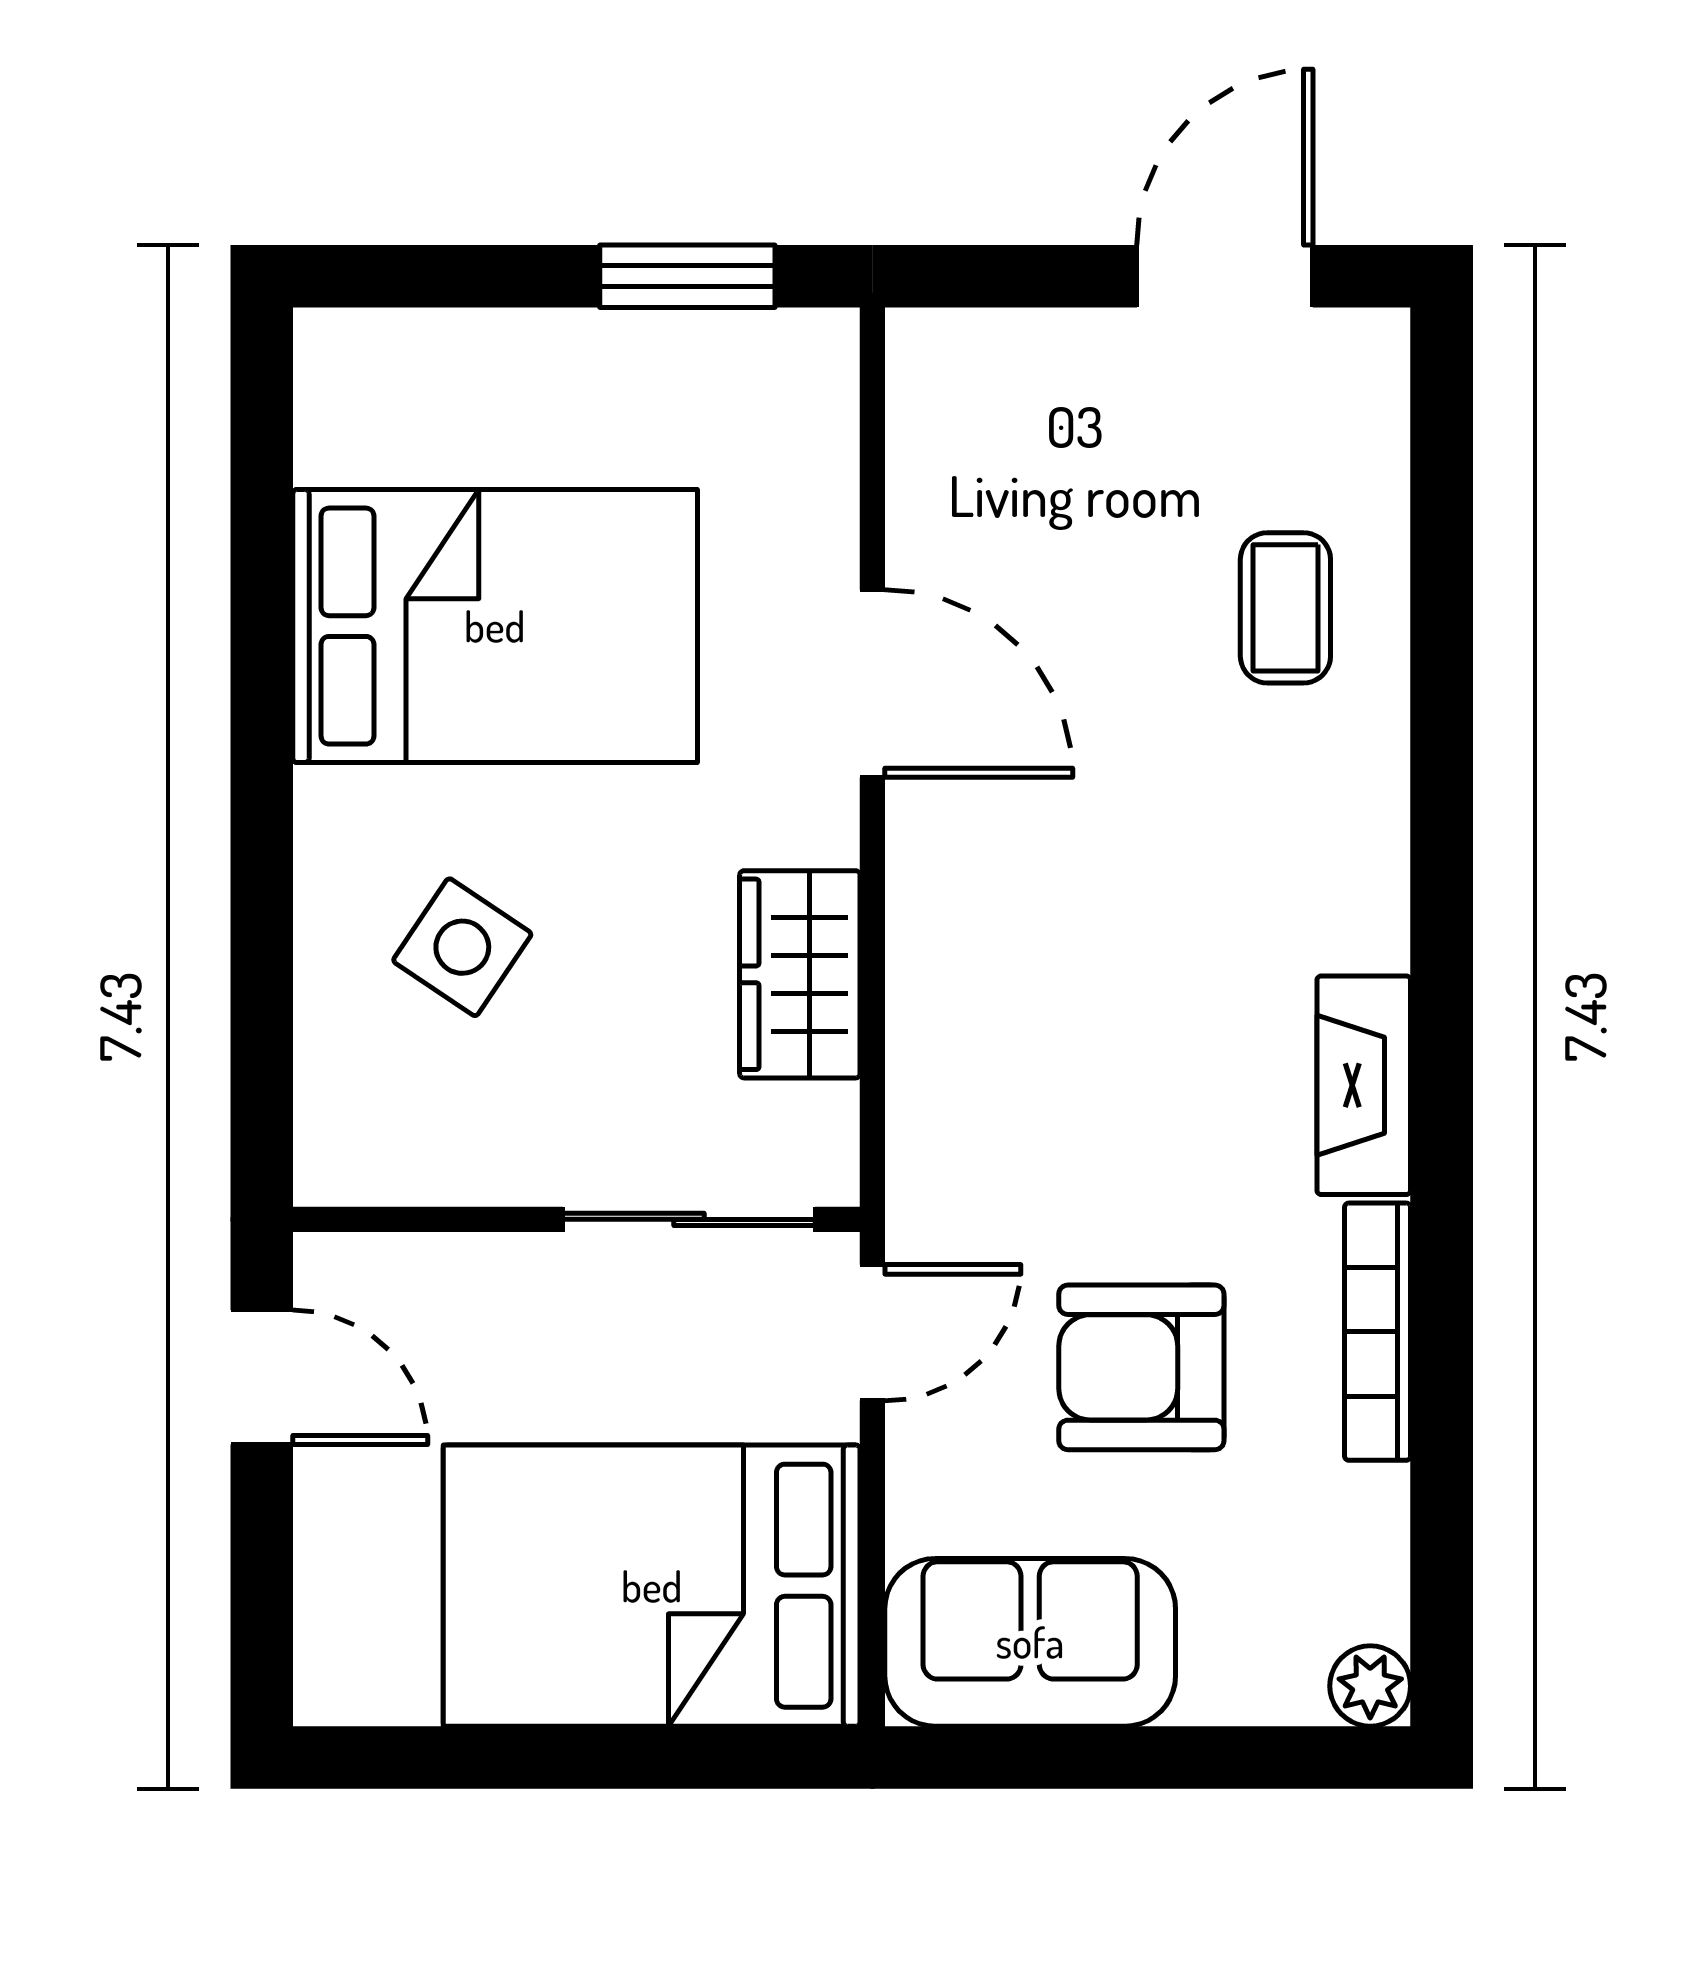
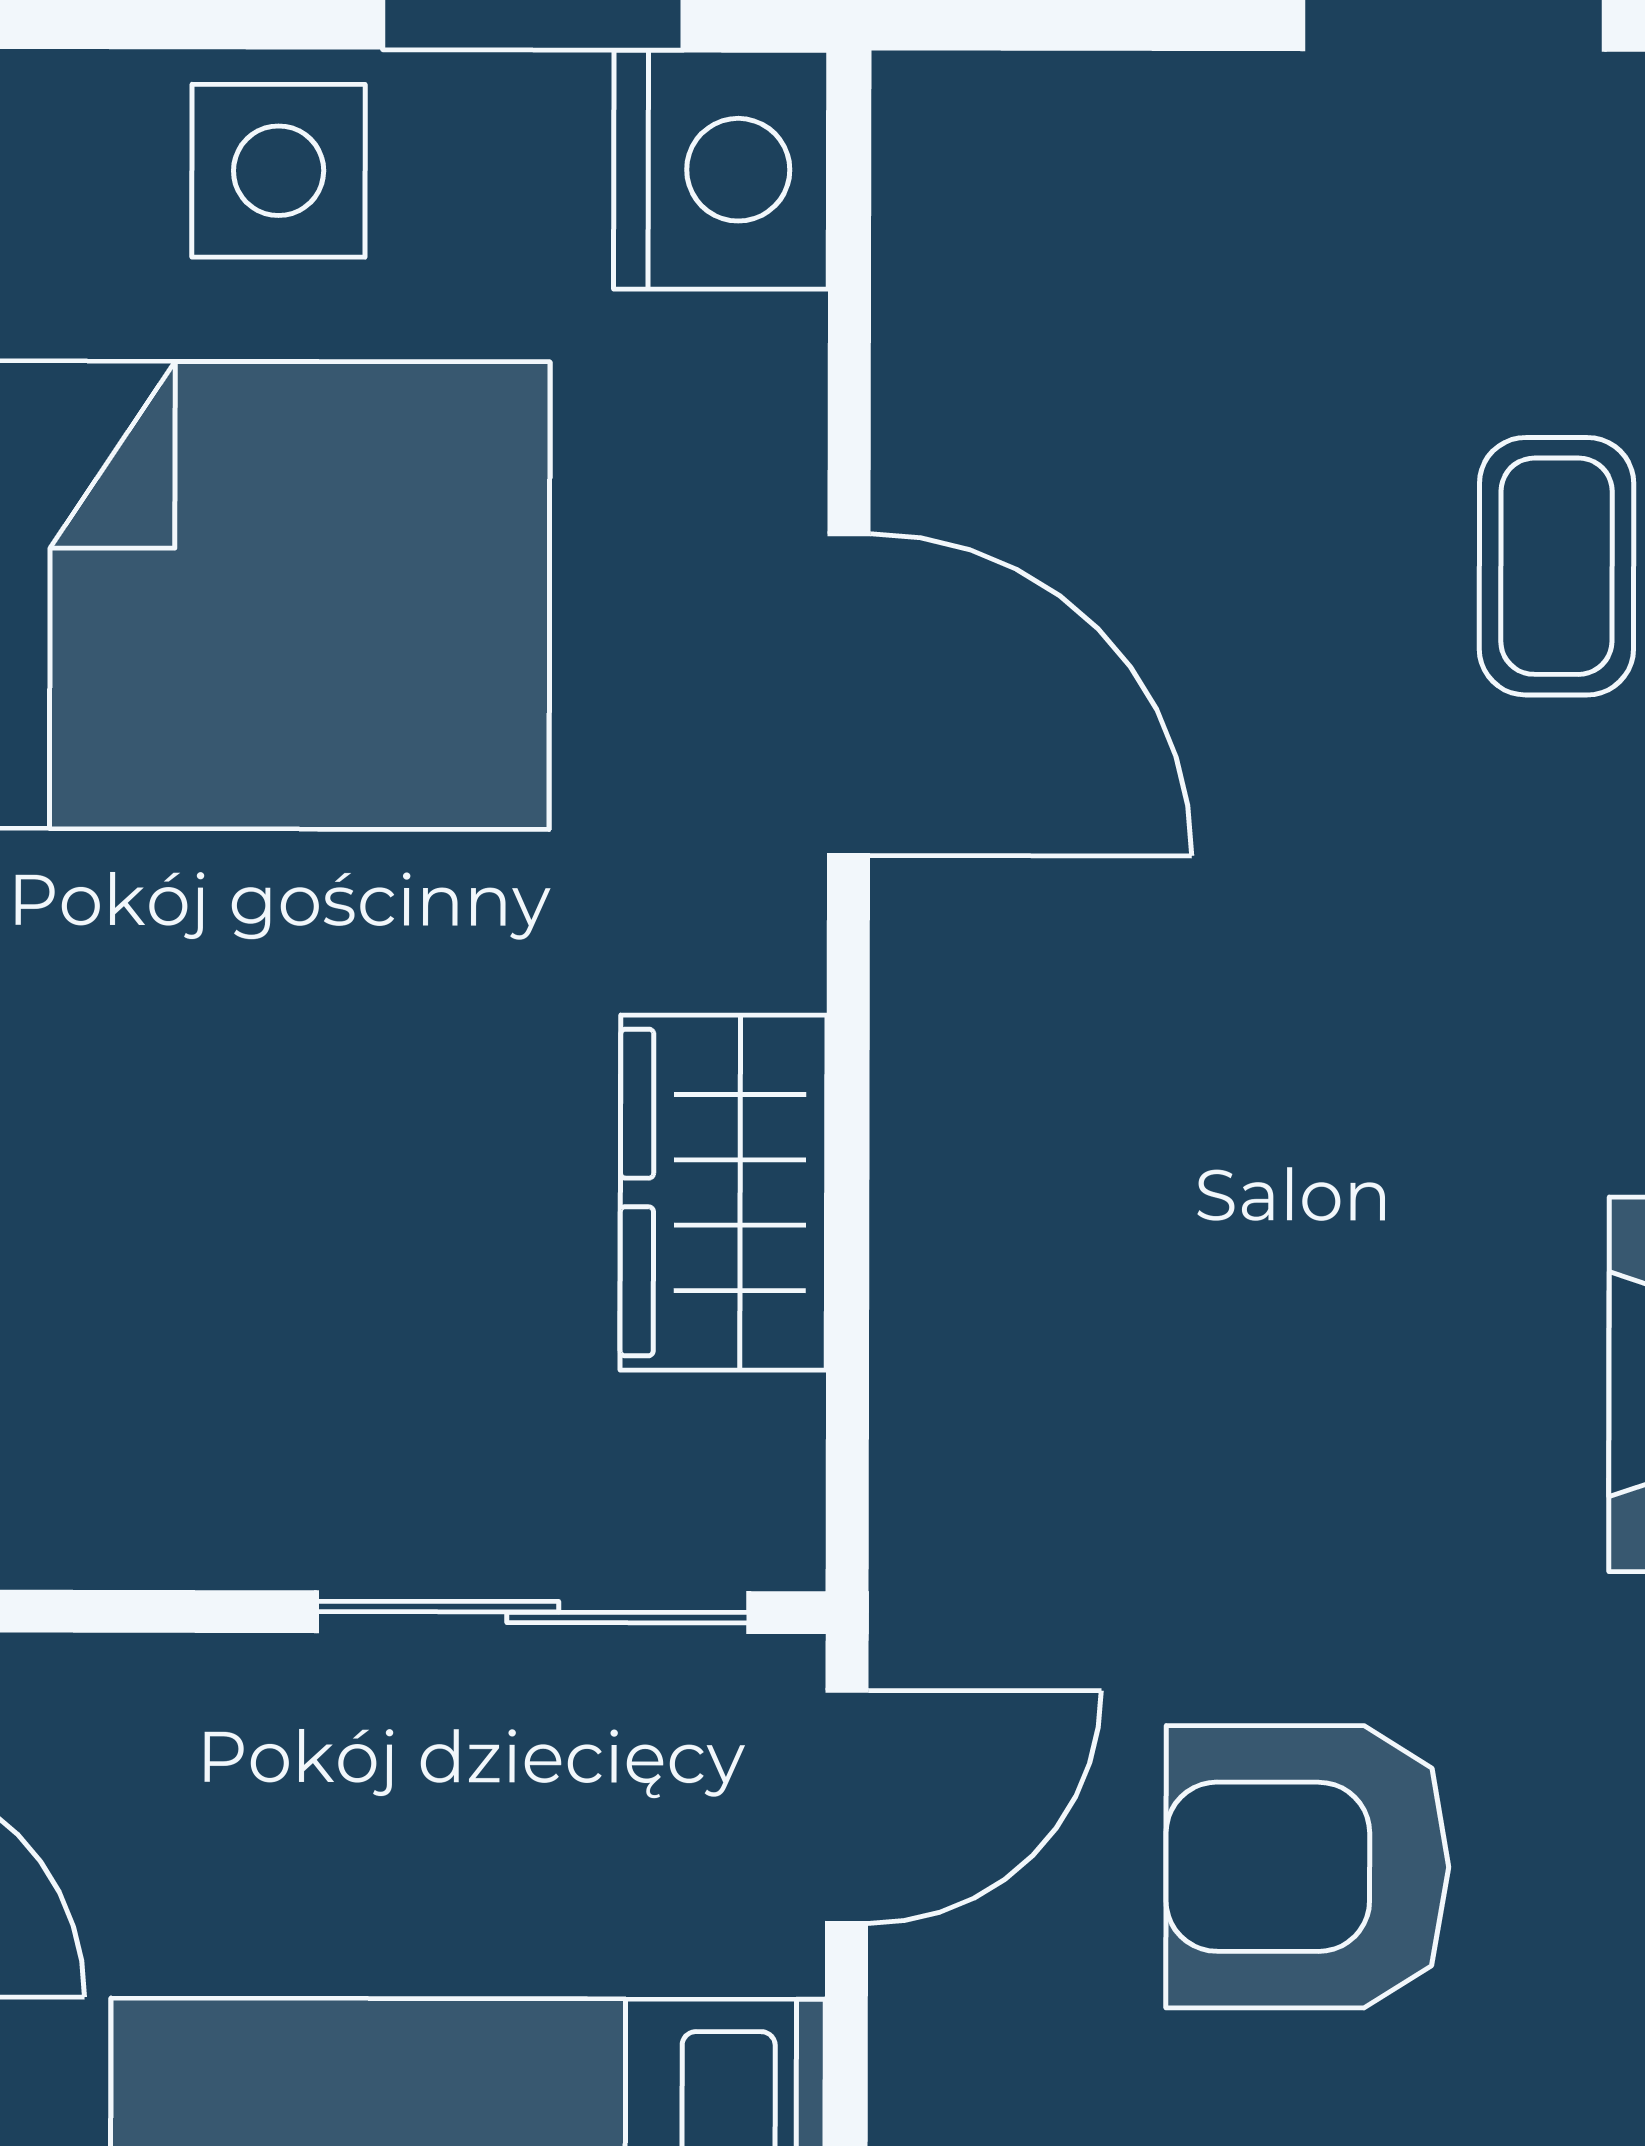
nightstand: (797, 377) -> (721, 170), added
side table: (462, 947) -> (279, 171), moved, turned -34

